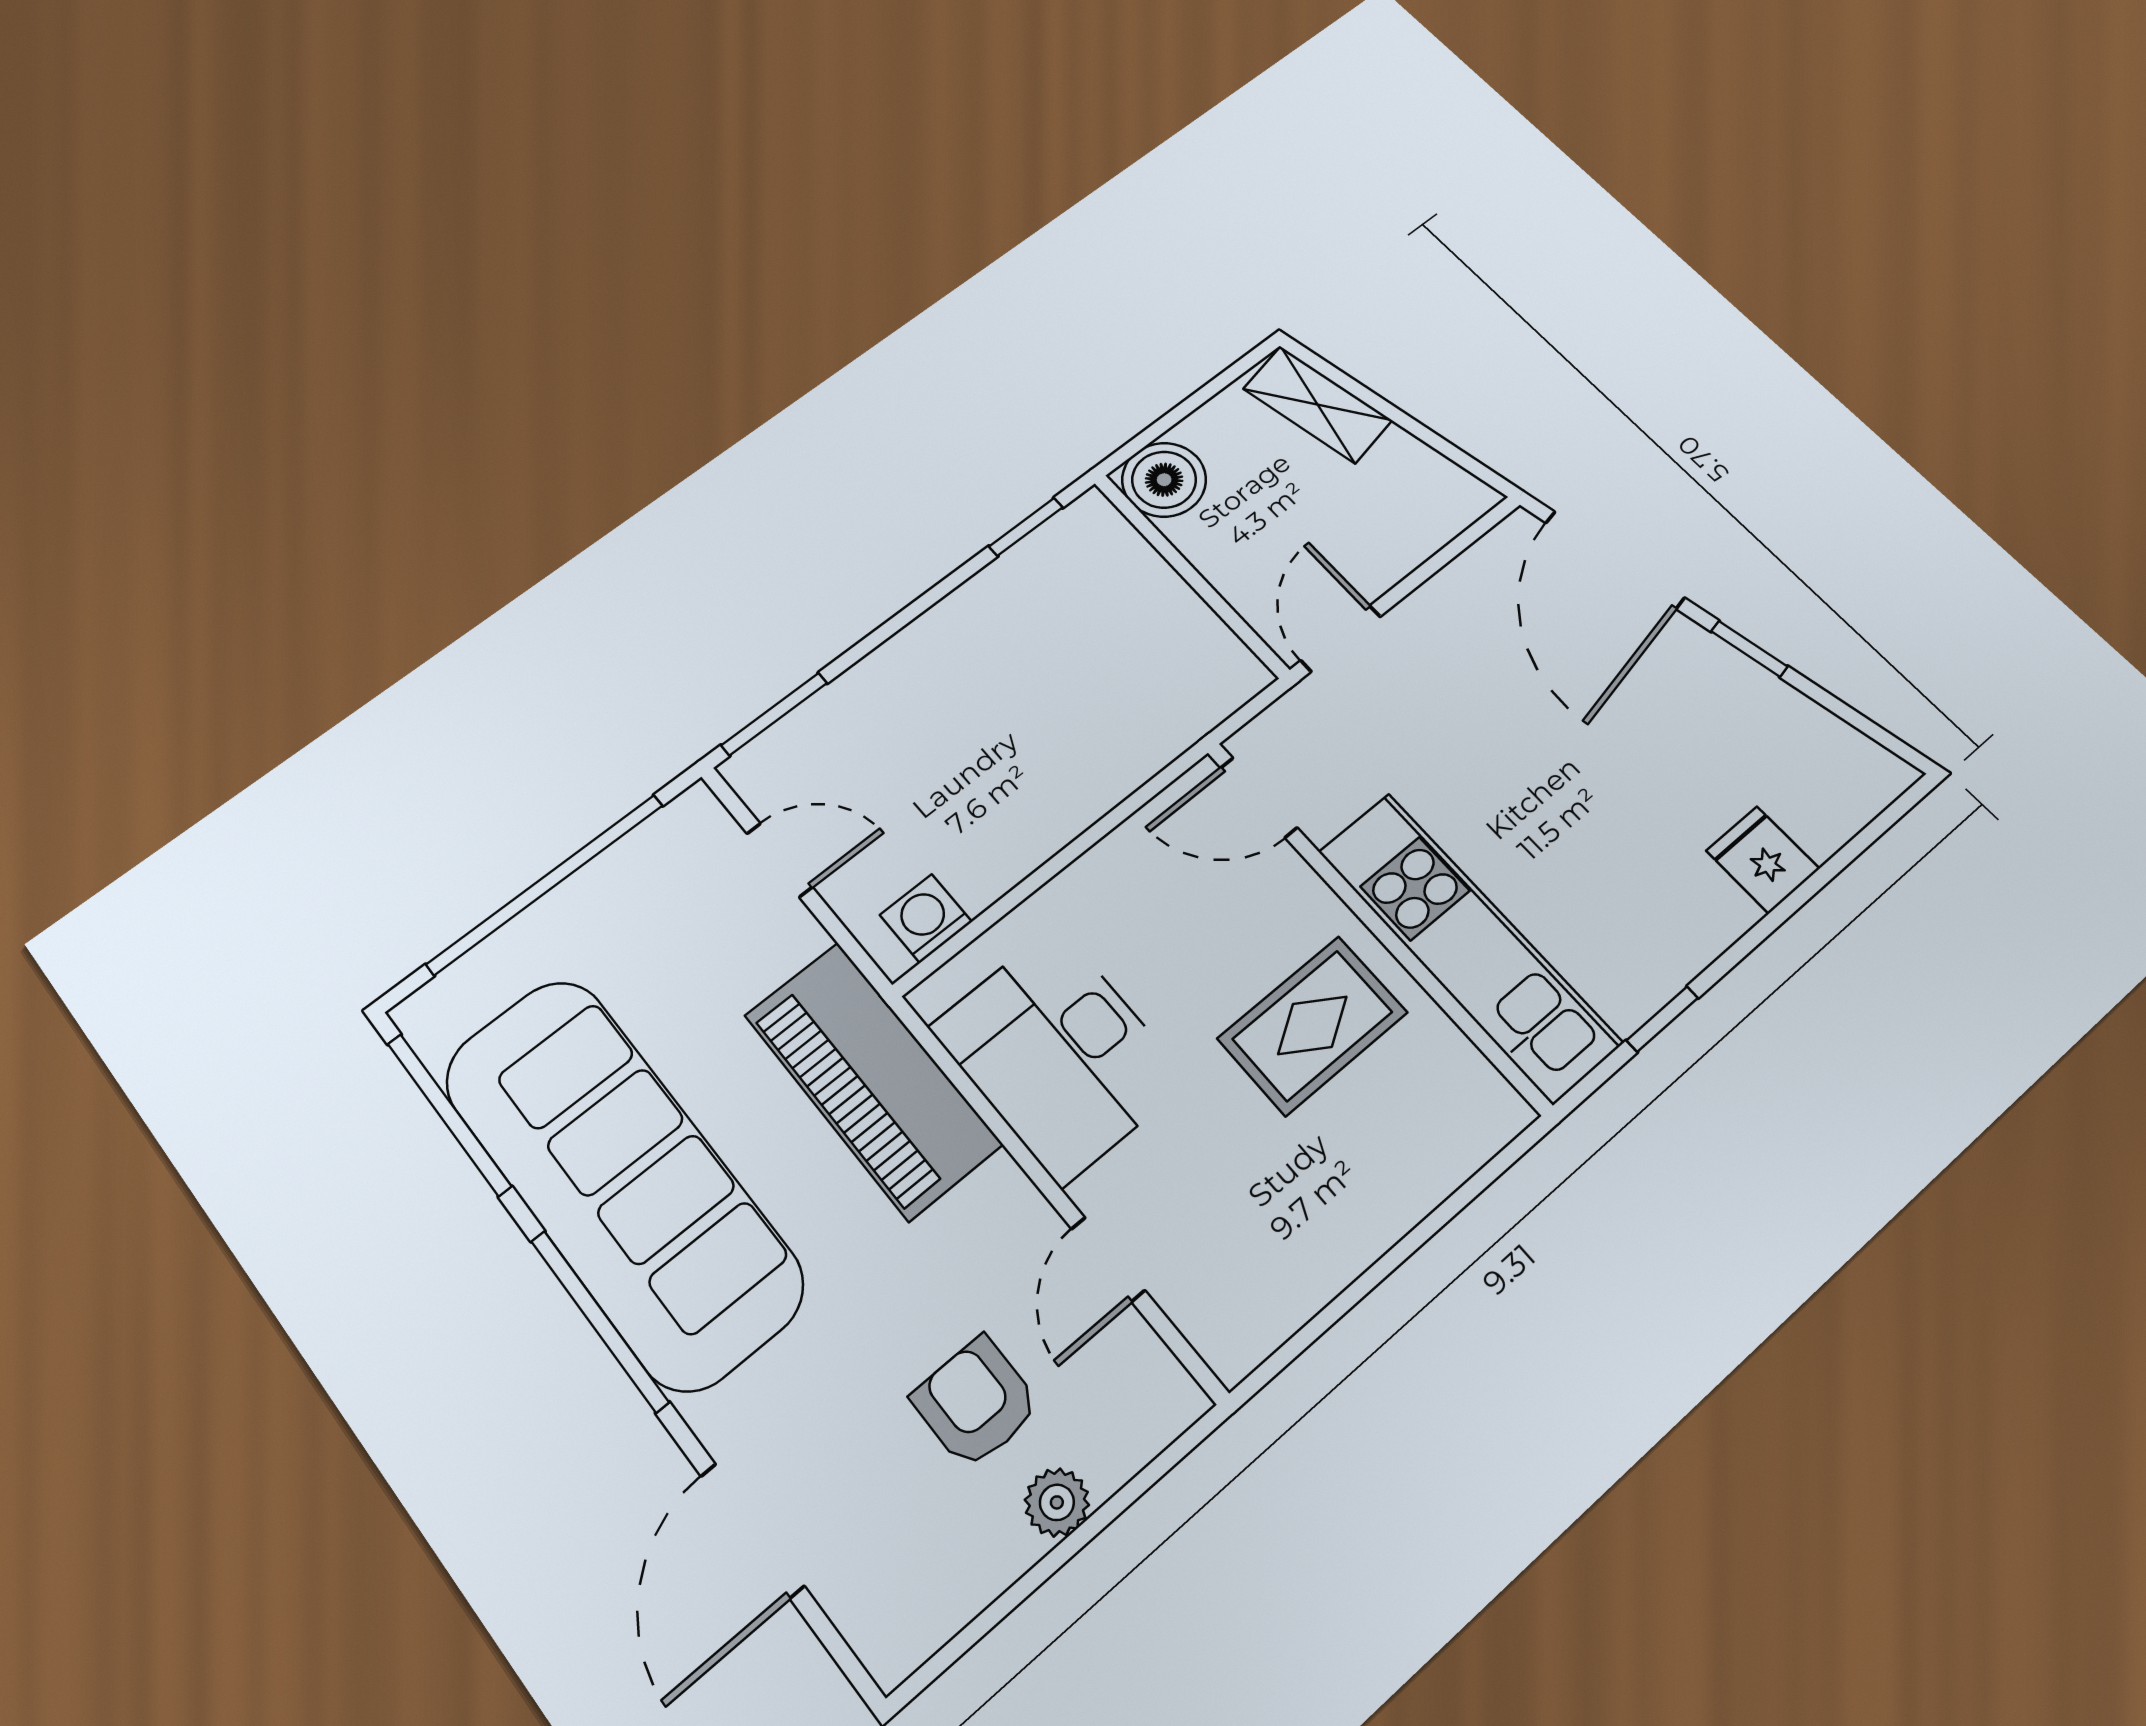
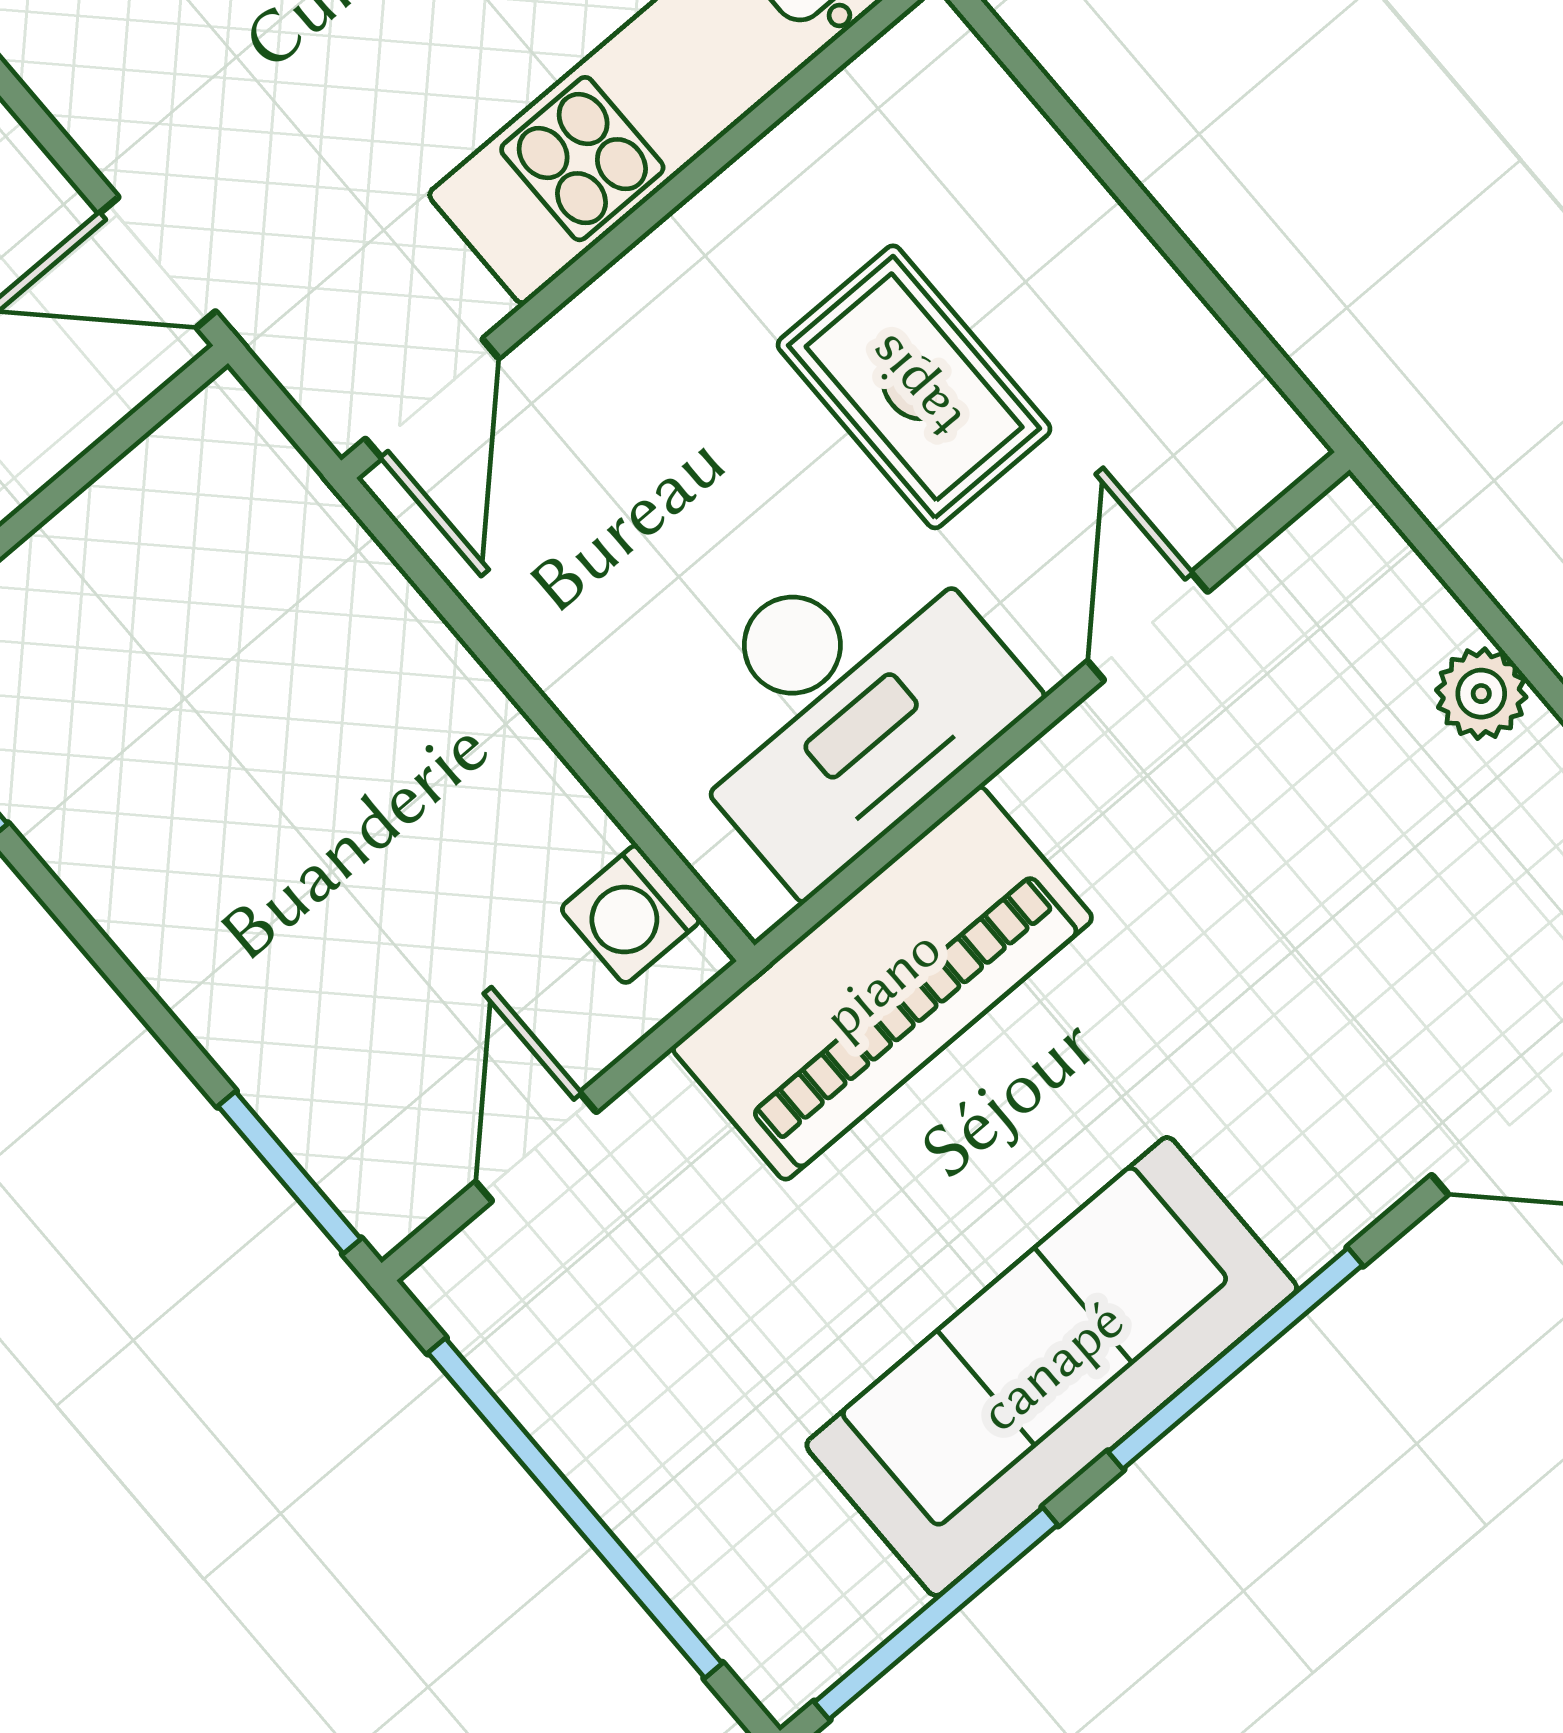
rug: (1312, 1025) -> (914, 387), moved
sofa: (622, 1180) -> (1052, 1366), width x0.74, depth x0.79
door: (1108, 1260) -> (1148, 626), swing flipped
armchair: (976, 1402) -> (1347, 812), removed

